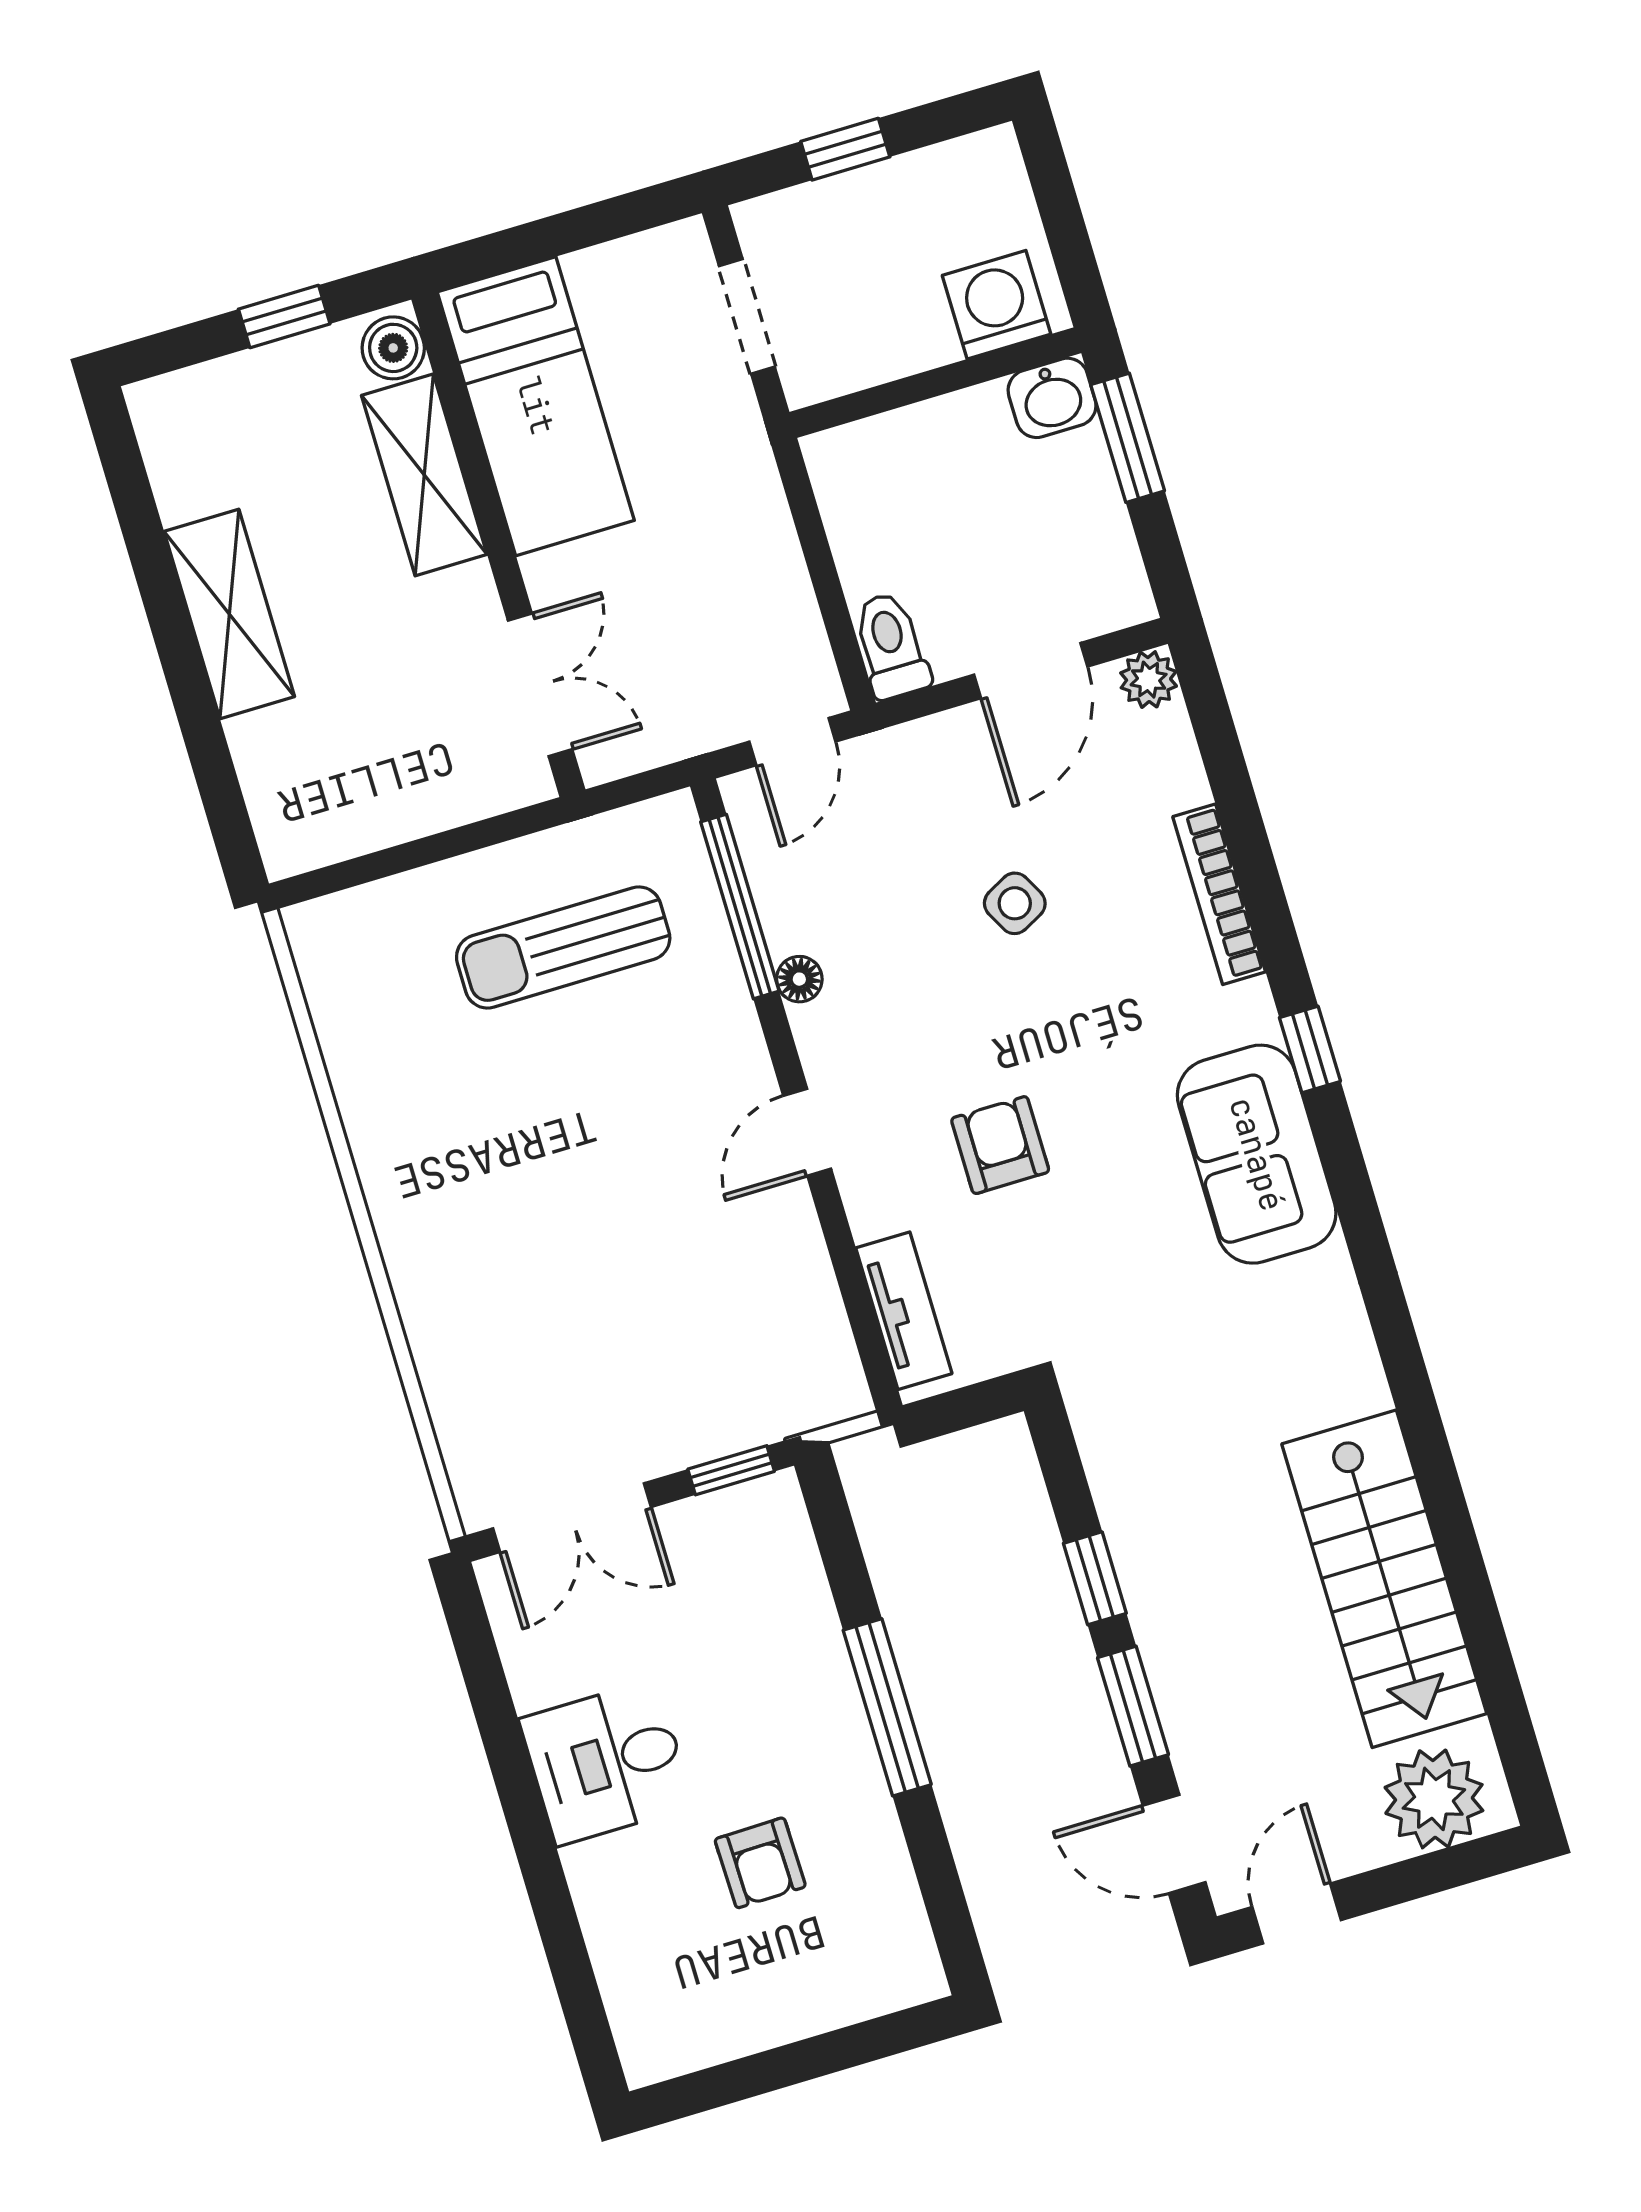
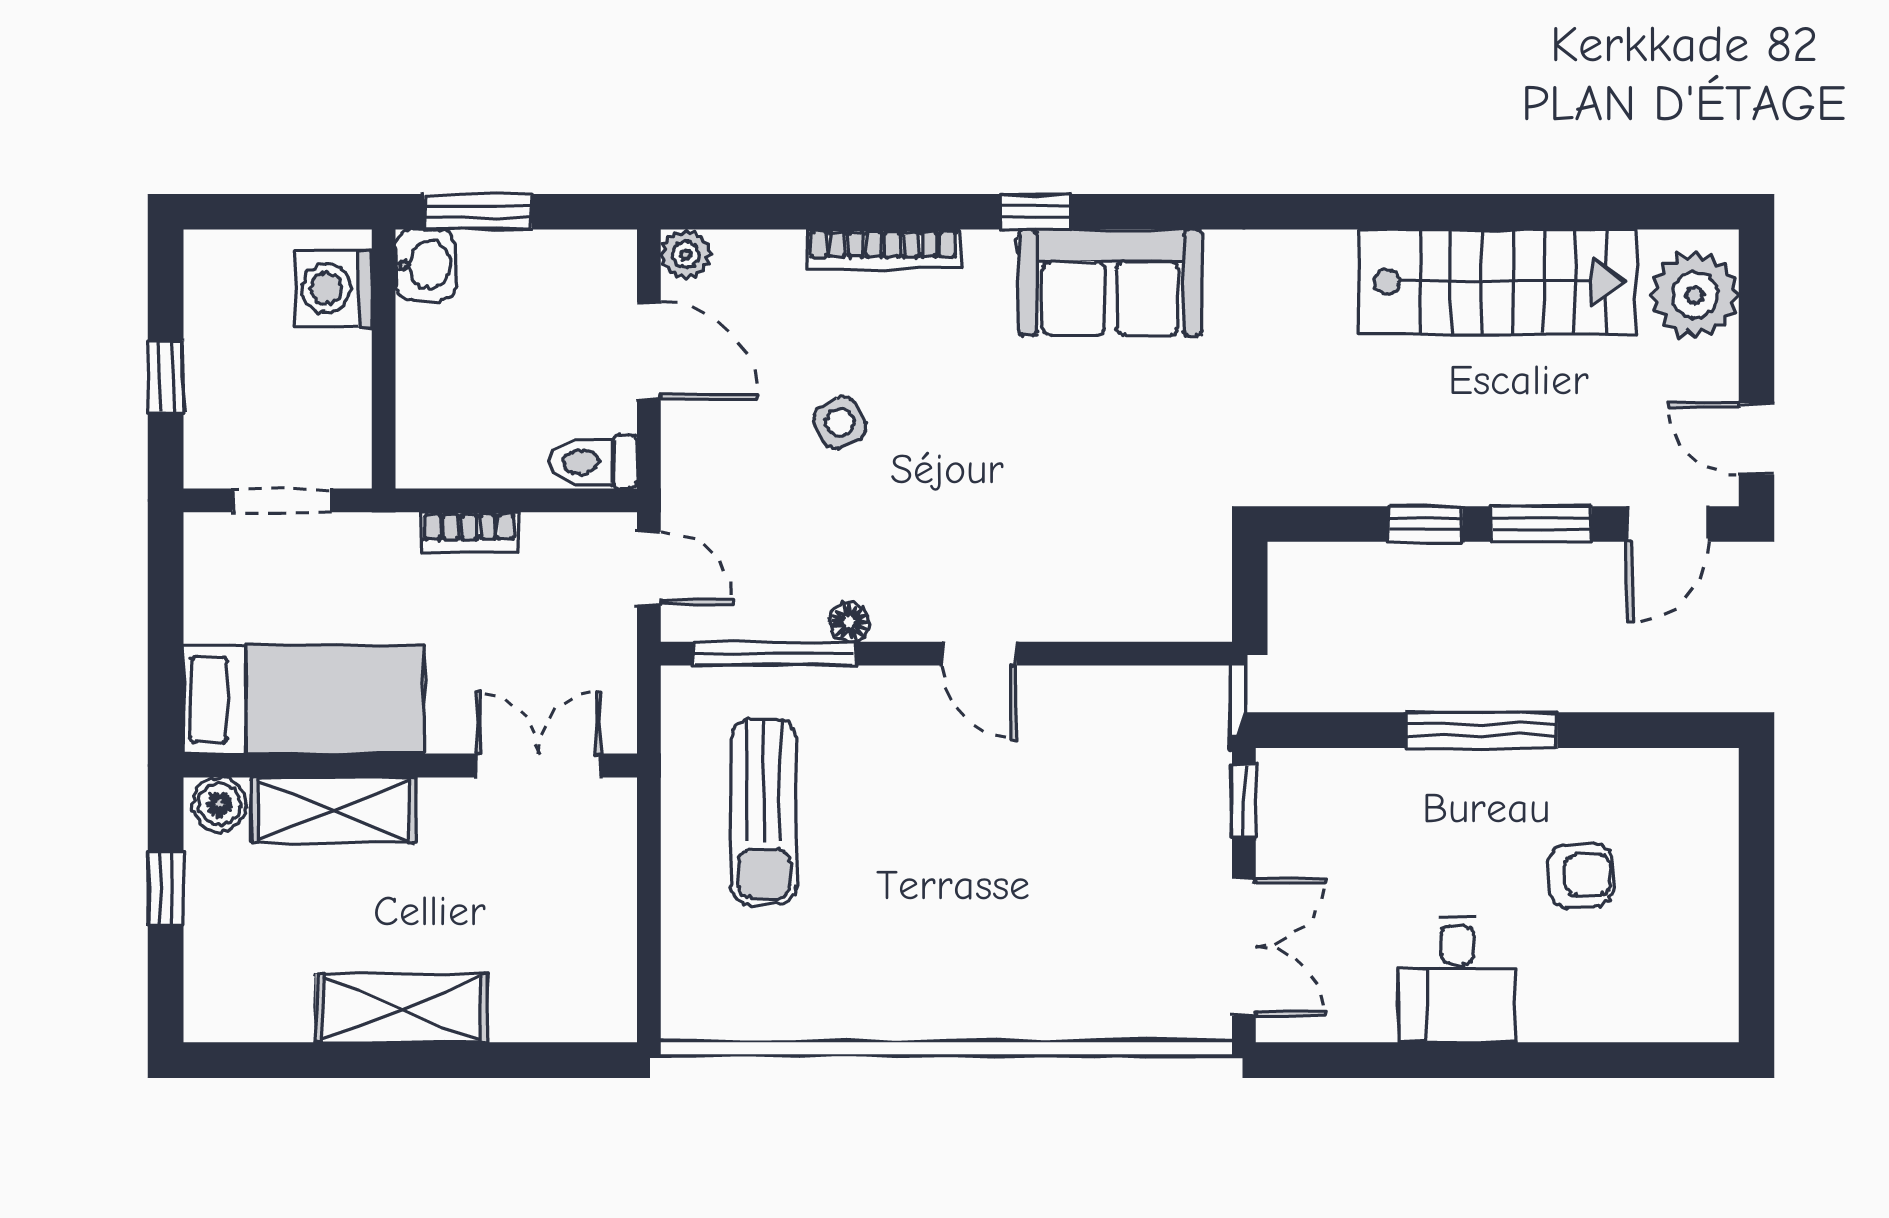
bookcase: (775, 533) -> (470, 531), added
armchair: (1000, 1145) -> (1039, 495), removed
tv unit: (904, 1311) -> (1153, 617), removed

